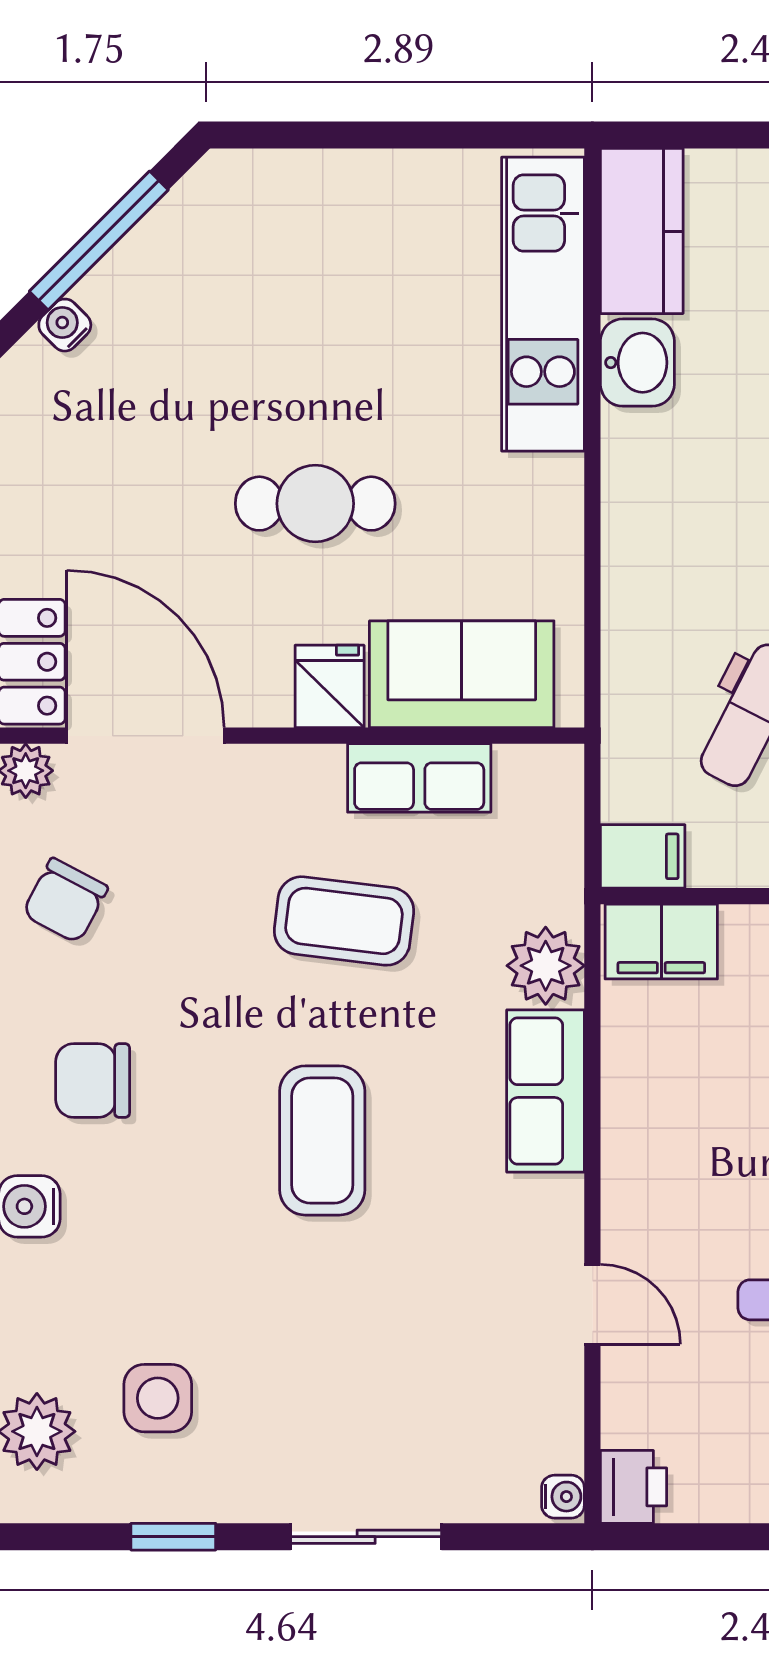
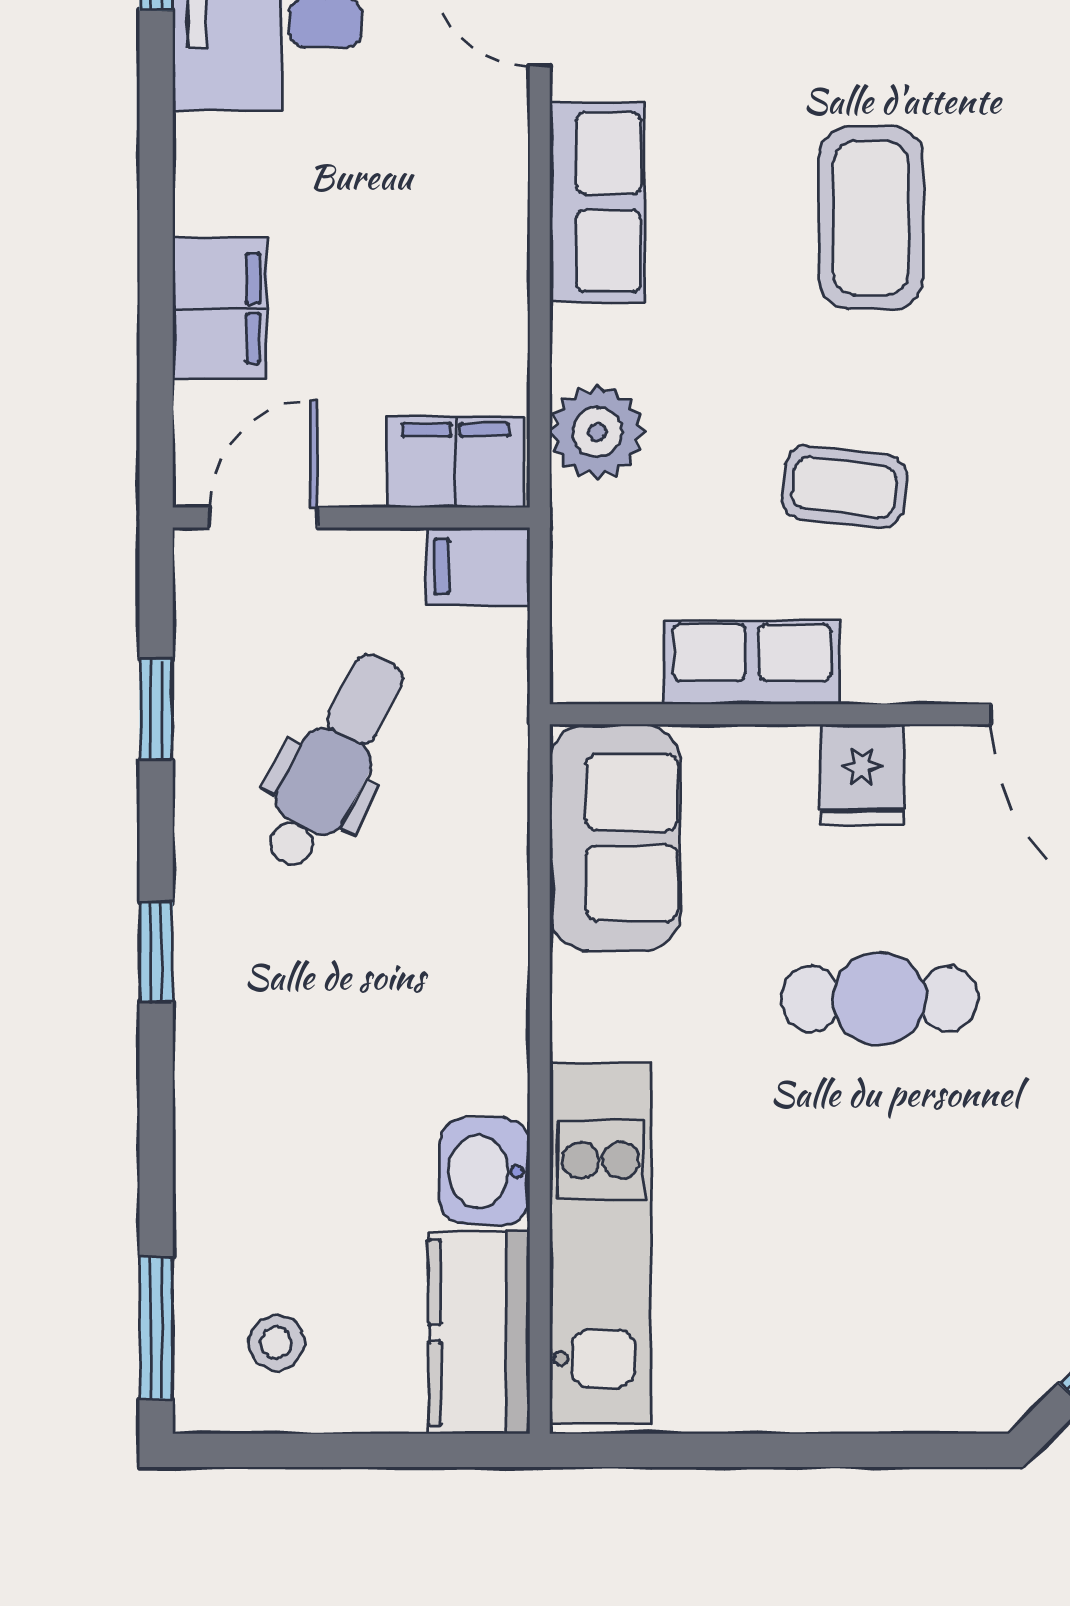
sofa: (462, 674) -> (615, 838), moved, turned -90
coffee table: (344, 921) -> (844, 487), width x0.73, depth x0.77
row of seats: (546, 1091) -> (597, 202), moved

